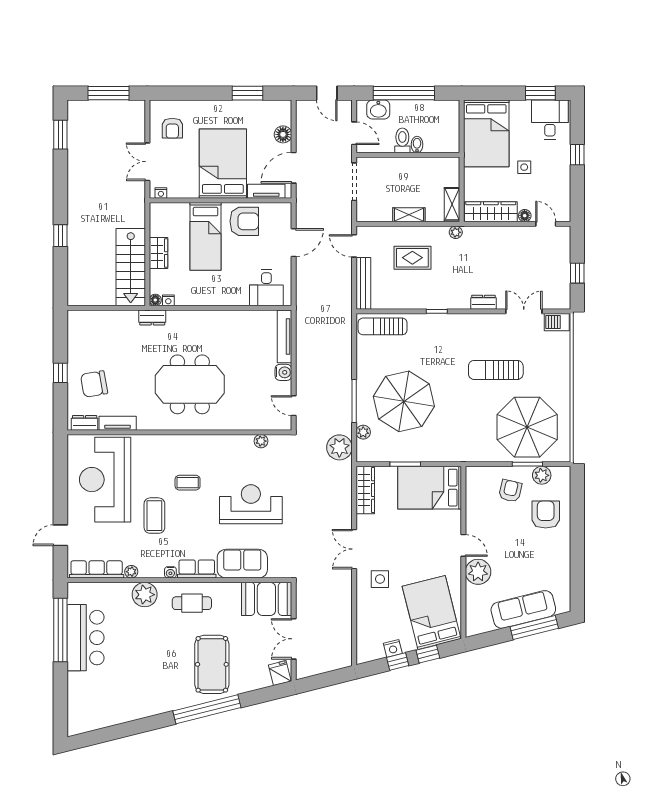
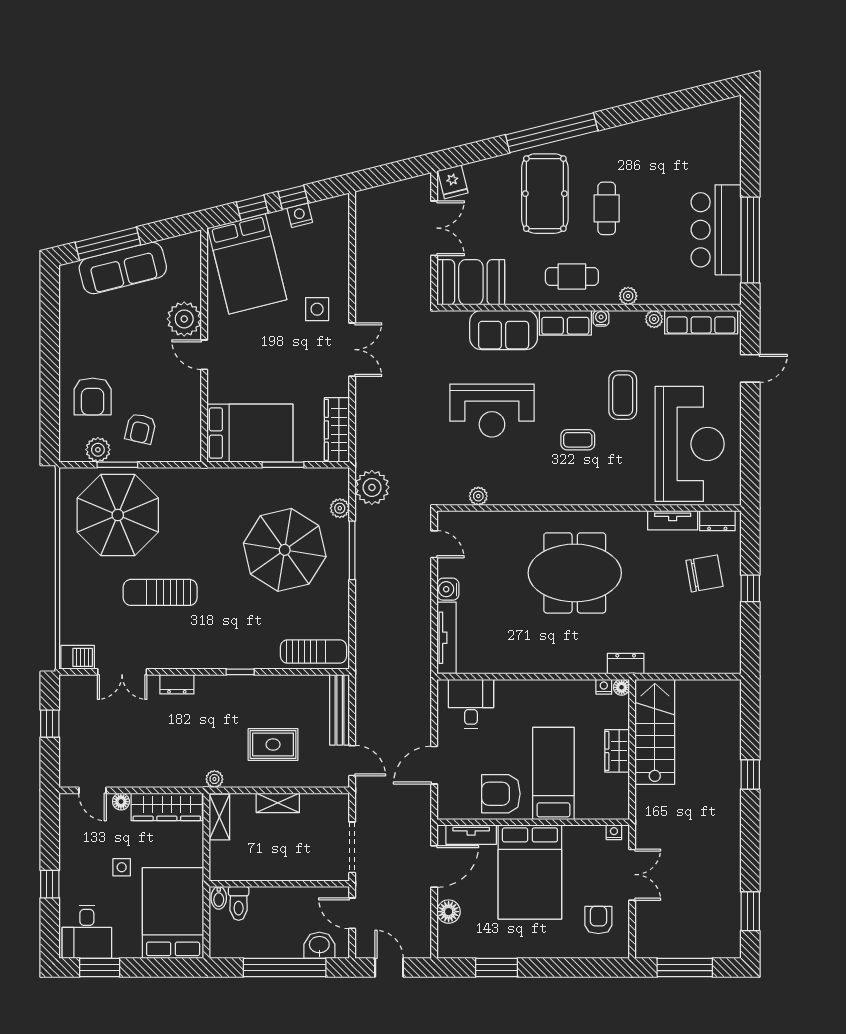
toilet: (402, 140) -> (239, 903), moved
bidet: (417, 145) -> (219, 898), moved
sun lounger: (496, 370) -> (160, 592), turned 180
plant: (145, 595) -> (628, 296), width x0.53, depth x0.53
cafe table: (166, 653) -> (607, 208), added

